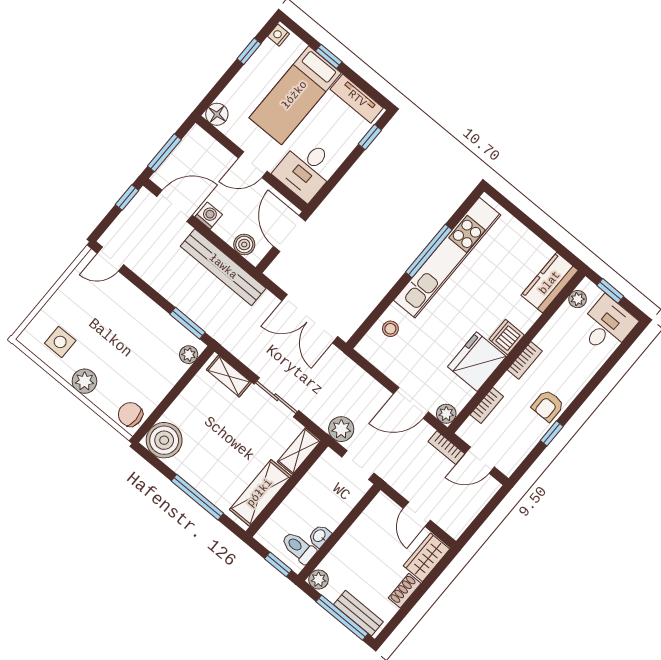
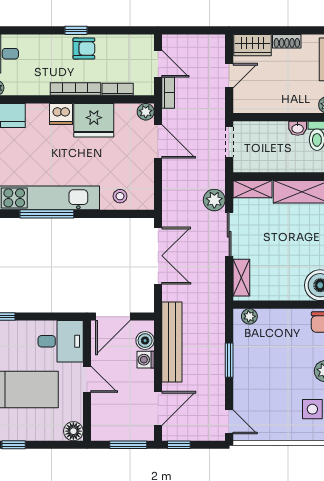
door: (175, 206) -> (158, 408), swing flipped
washing machine: (209, 216) -> (146, 360), moved
window: (188, 323) -> (229, 360), moved
bookcase: (525, 360) -> (75, 89), width x1.56
plant: (341, 429) -> (214, 200), moved
window: (552, 433) -> (76, 30), moved

